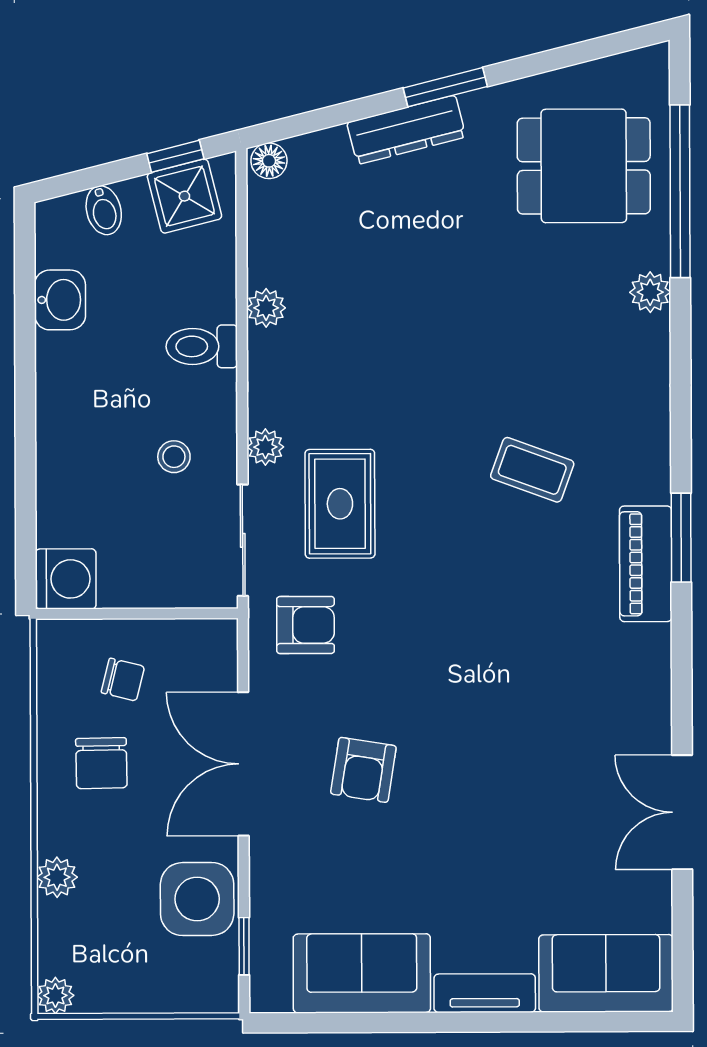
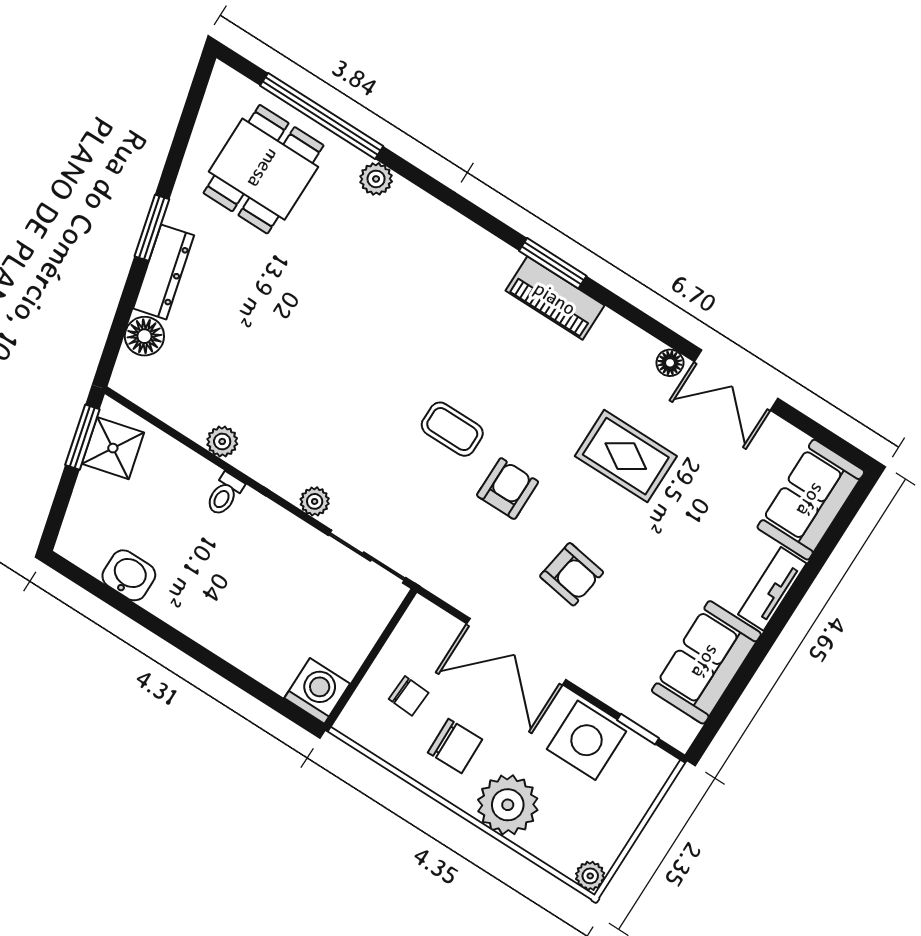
window: (175, 156) -> (82, 437), width x1.50
floor lamp: (269, 161) -> (144, 336), moved, width x1.37, depth x1.37
bidet: (104, 210) -> (88, 508), removed
toilet: (202, 346) -> (225, 494), width x0.73, depth x0.72
stool: (174, 457) -> (282, 567), removed
coffee table: (532, 470) -> (452, 429), moved, turned 70
rug: (340, 504) -> (626, 456), moved
armchair: (306, 625) -> (508, 489), moved
chair: (123, 680) -> (409, 696), turned 79
floor lamp: (655, 730) -> (670, 363), added
plant: (57, 877) -> (508, 805), width x1.87, depth x1.87

